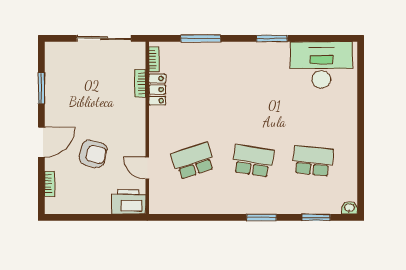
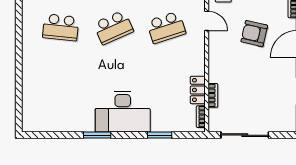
window: (201, 38) -> (160, 135), width x0.69
desk: (321, 65) -> (123, 112), moved
school desk: (253, 161) -> (113, 27), turned -33

